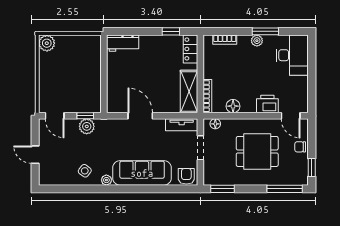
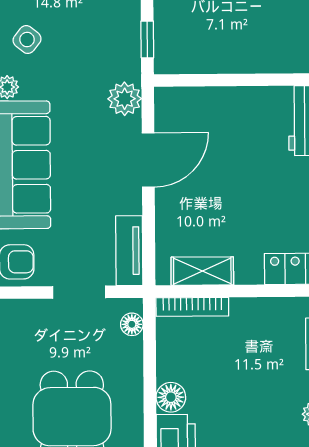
shelving: (189, 91) -> (202, 271), width x0.67, depth x0.75
floor lamp: (233, 106) -> (171, 397), moved
plant: (87, 126) -> (125, 99), moved

